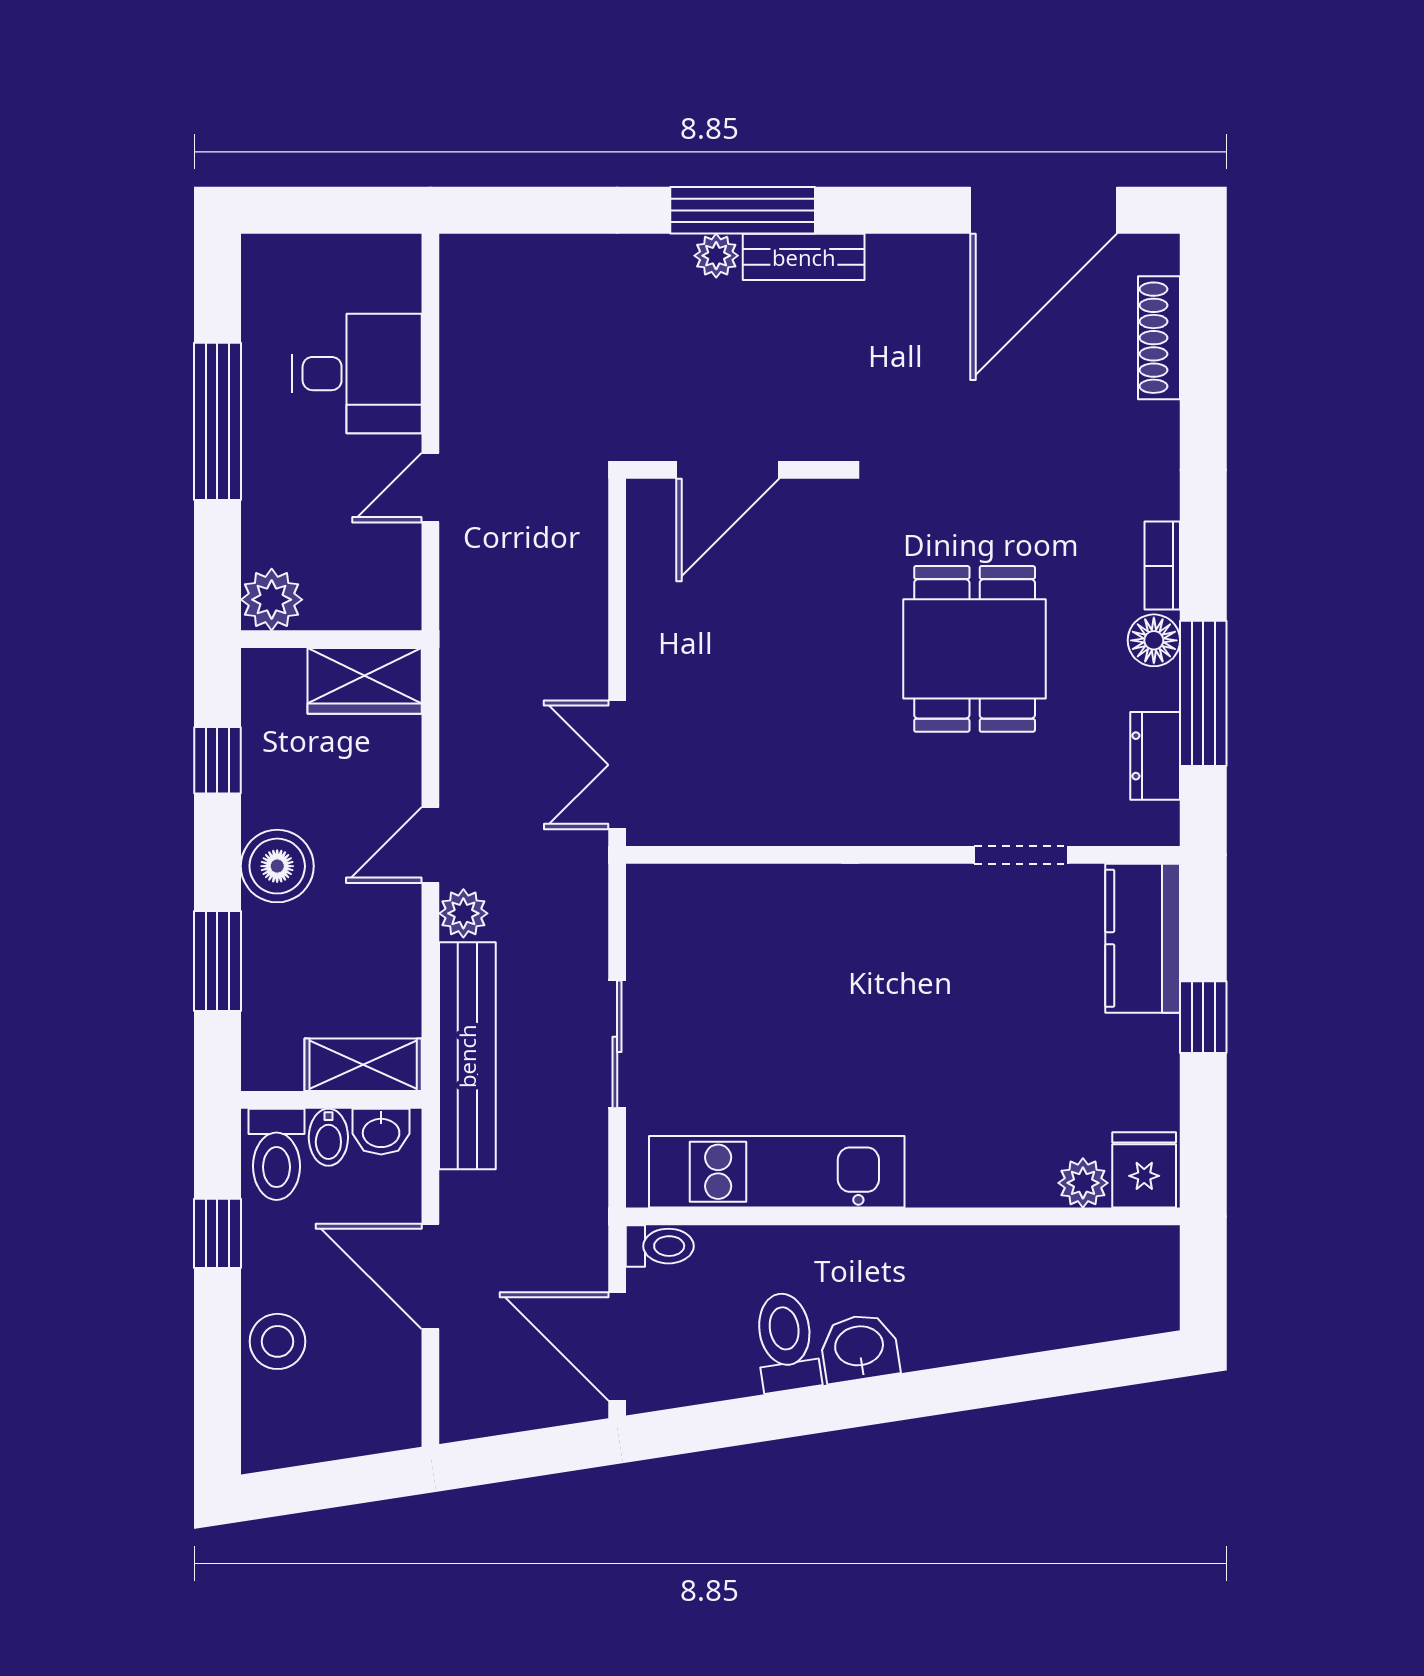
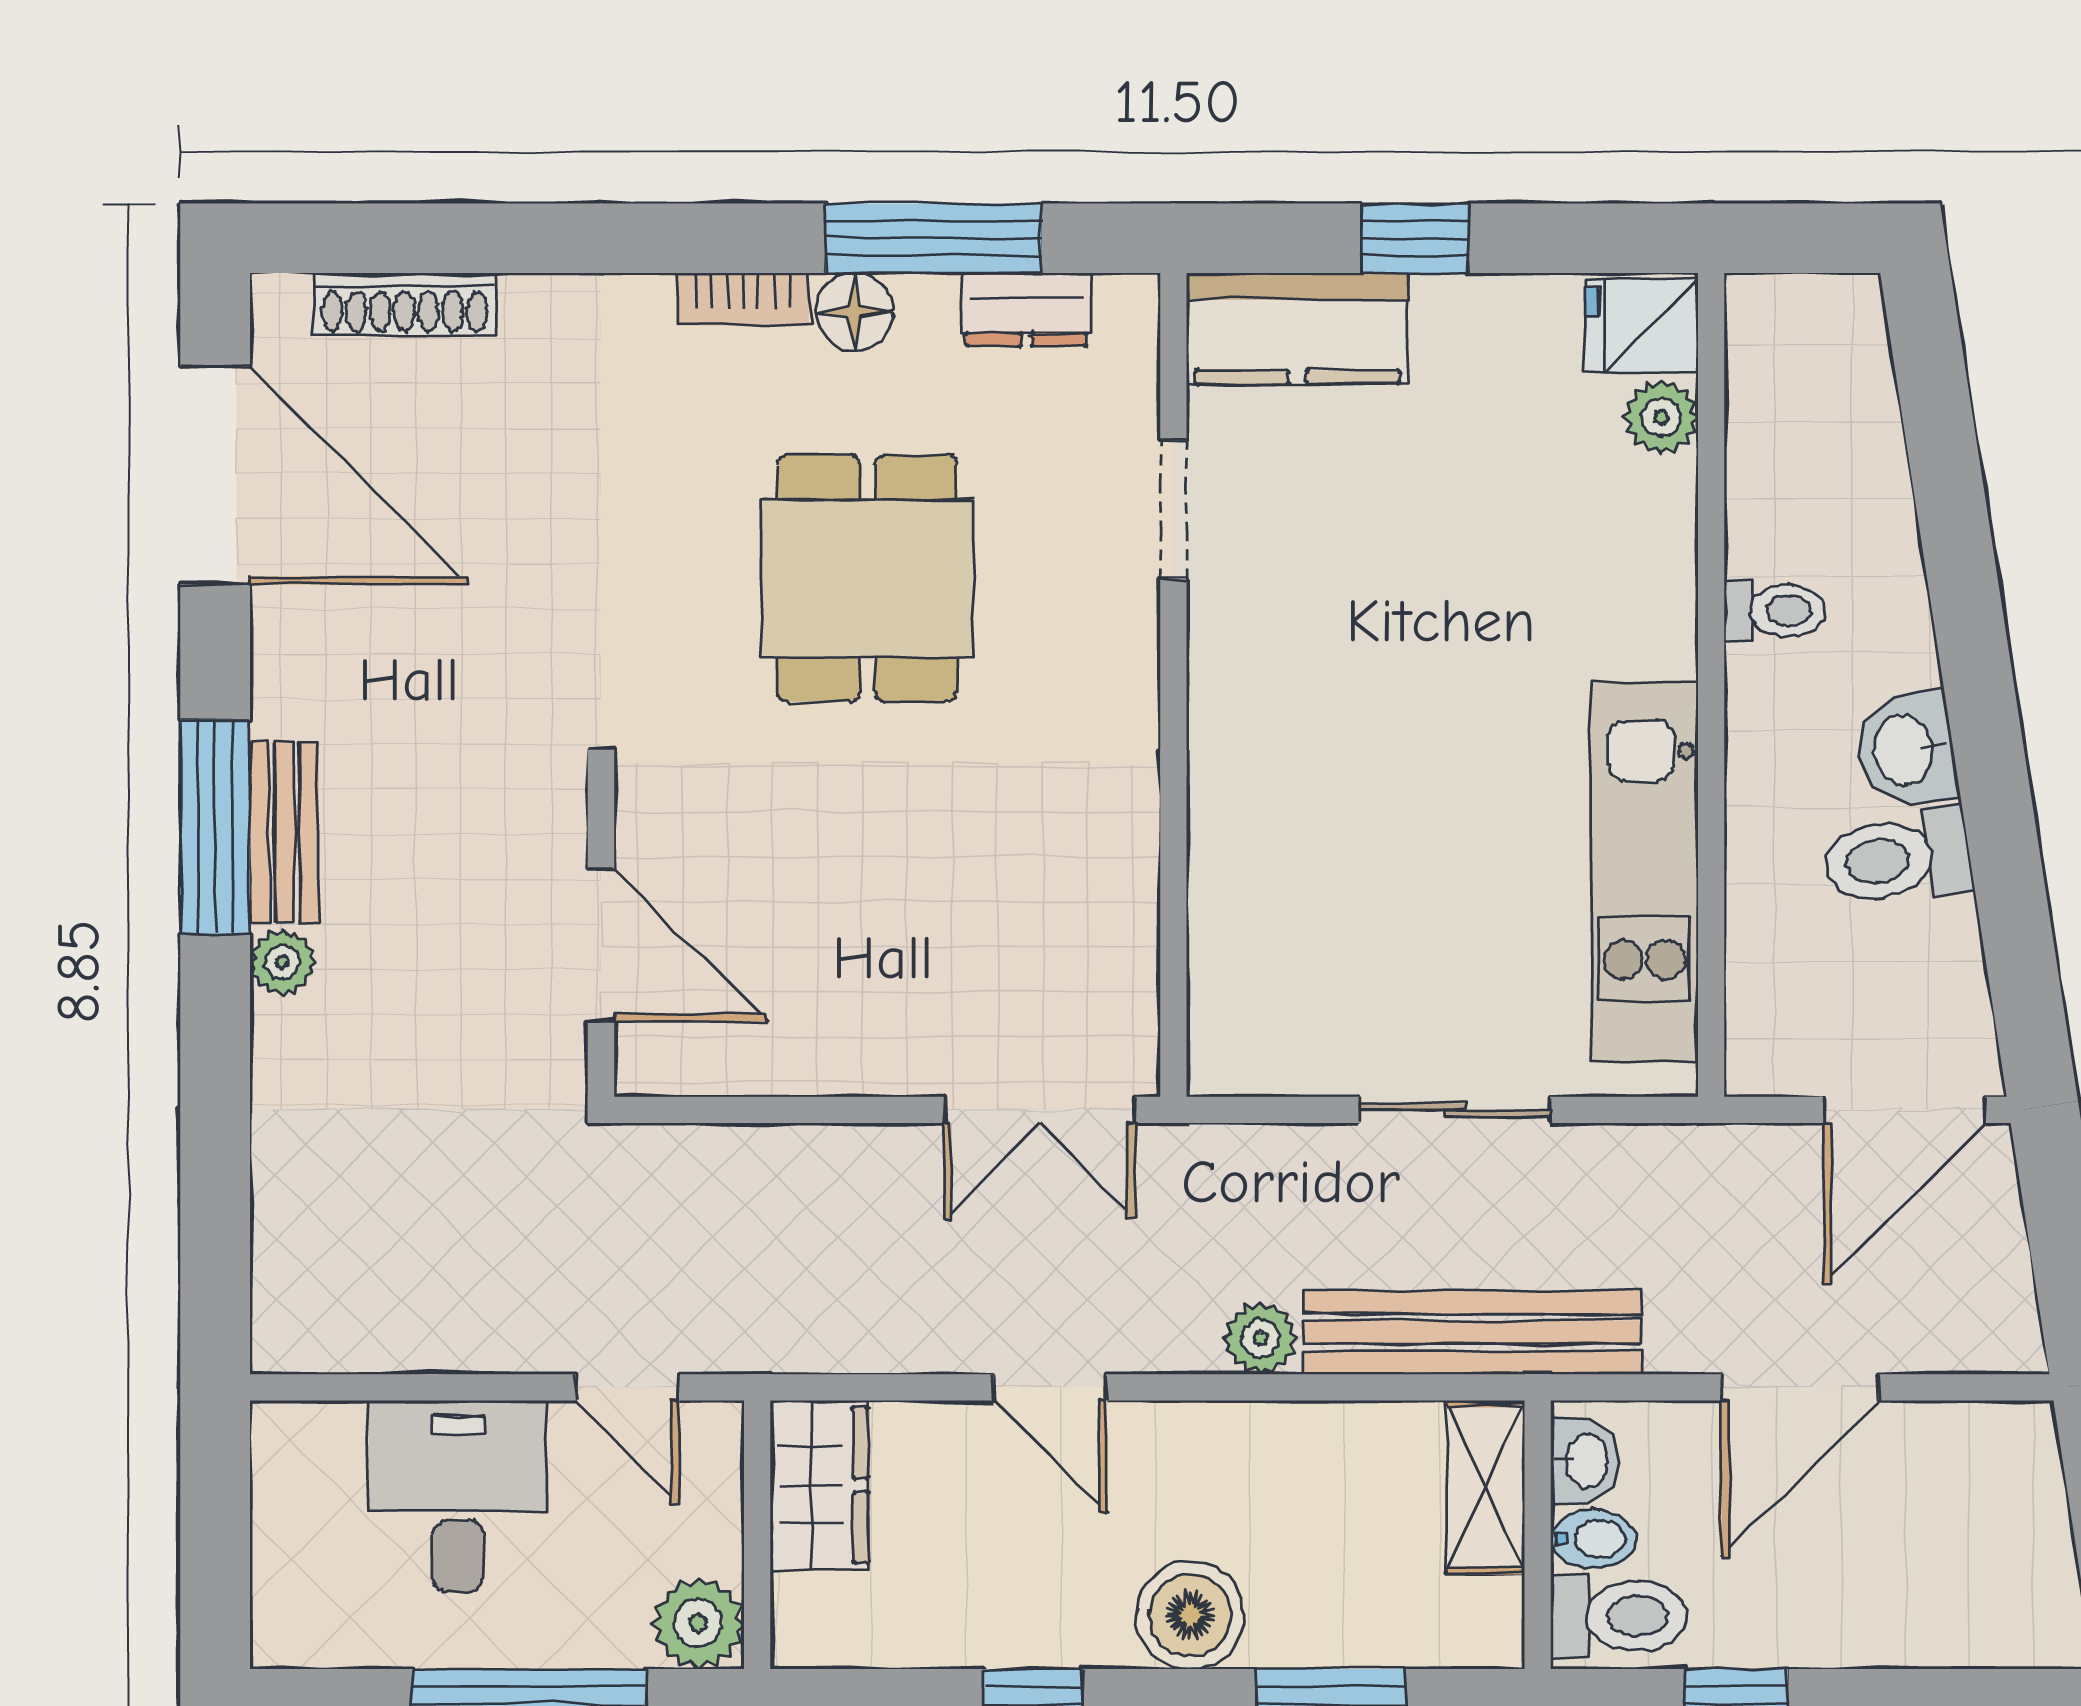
window: (743, 210) -> (215, 827), moved
plant: (272, 600) -> (698, 1623), moved
wall: (331, 639) -> (757, 1535), moved
dining table: (975, 649) -> (867, 578), turned 90
wardrobe: (365, 681) -> (819, 1485), moved
door: (430, 845) -> (1050, 1387), moved
toilet: (660, 1246) -> (1774, 611), moved, turned 90
stool: (277, 1341) -> (1897, 1615), removed

